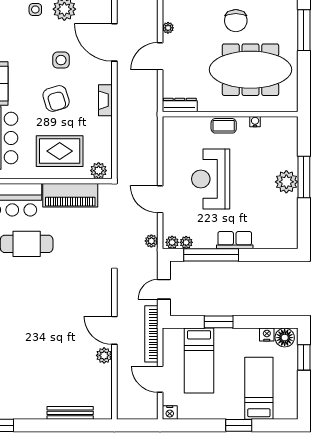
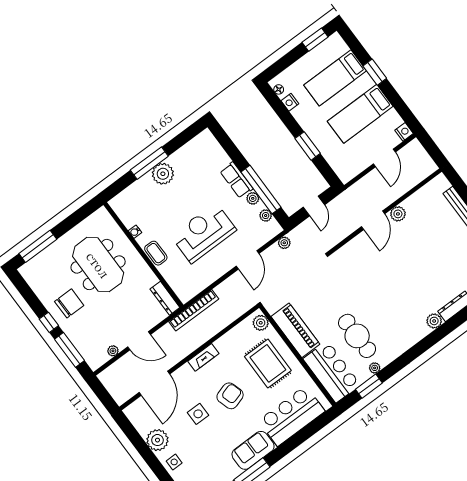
meeting table: (250, 70) -> (98, 265), width x0.73
reception desk: (211, 179) -> (204, 233), turned 180
plant: (172, 242) -> (253, 198), moved
door: (164, 289) -> (314, 206), hinge flipped
bookcase: (151, 334) -> (194, 310), moved
floor lamp: (285, 338) -> (279, 89), width x0.53, depth x0.53
window: (304, 357) -> (315, 40), moved
bed: (199, 361) -> (360, 114), moved, turned 180

